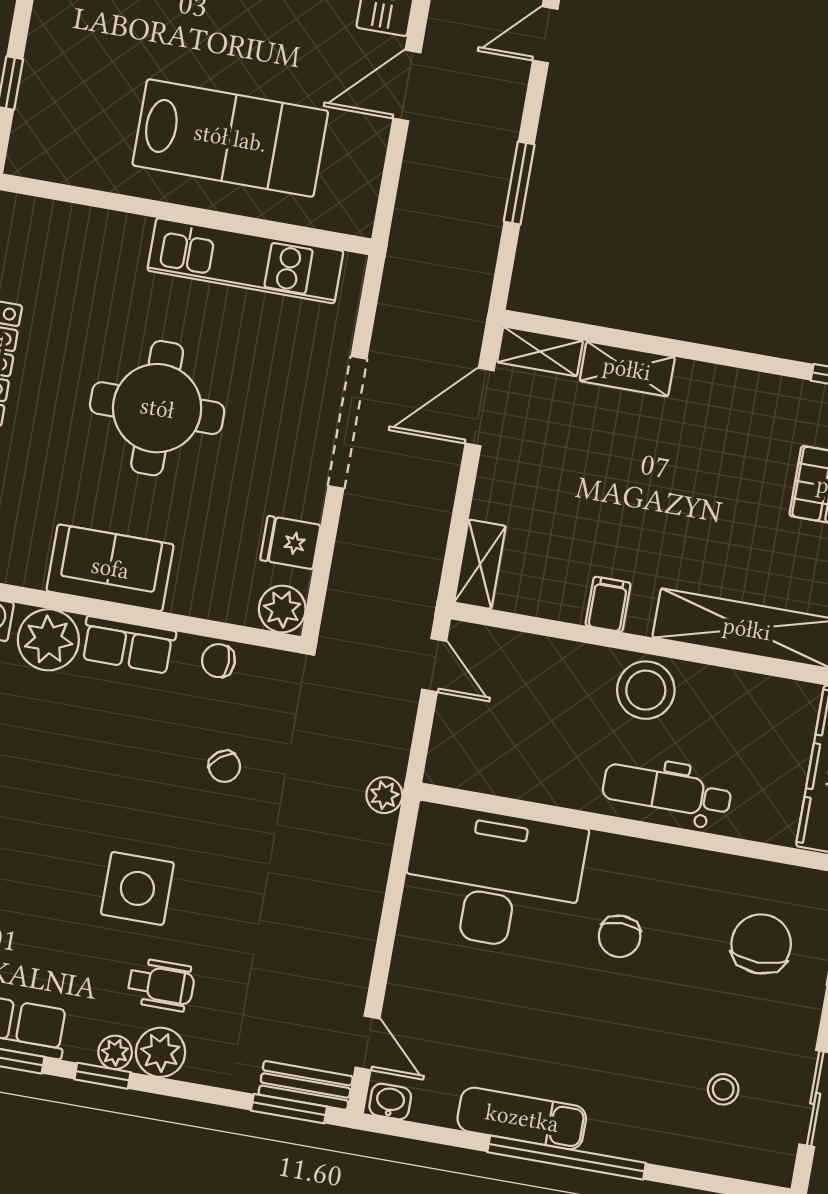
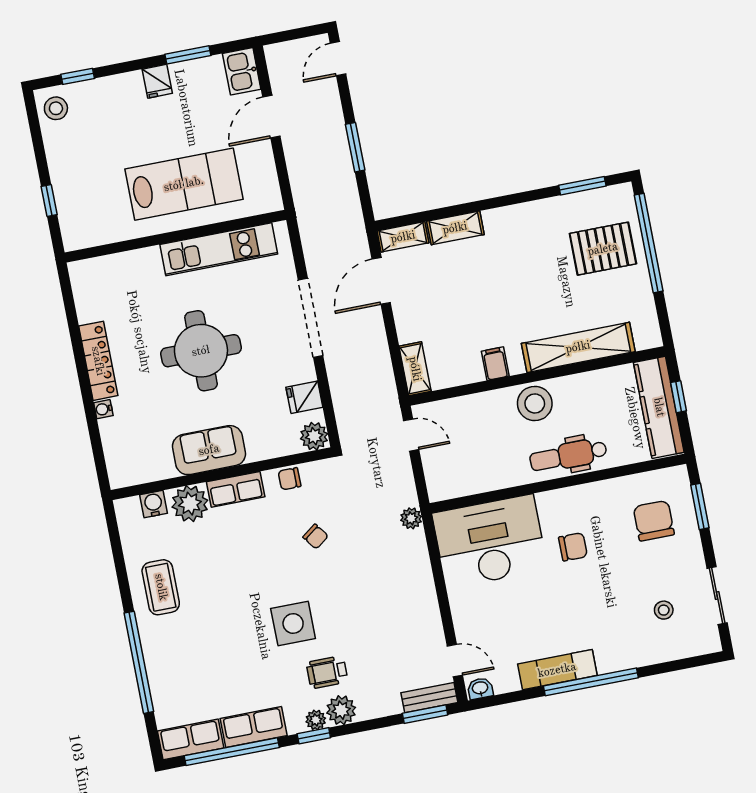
chair: (620, 936) -> (573, 547), turned -90
wheelchair: (161, 985) -> (327, 672), turned 180

